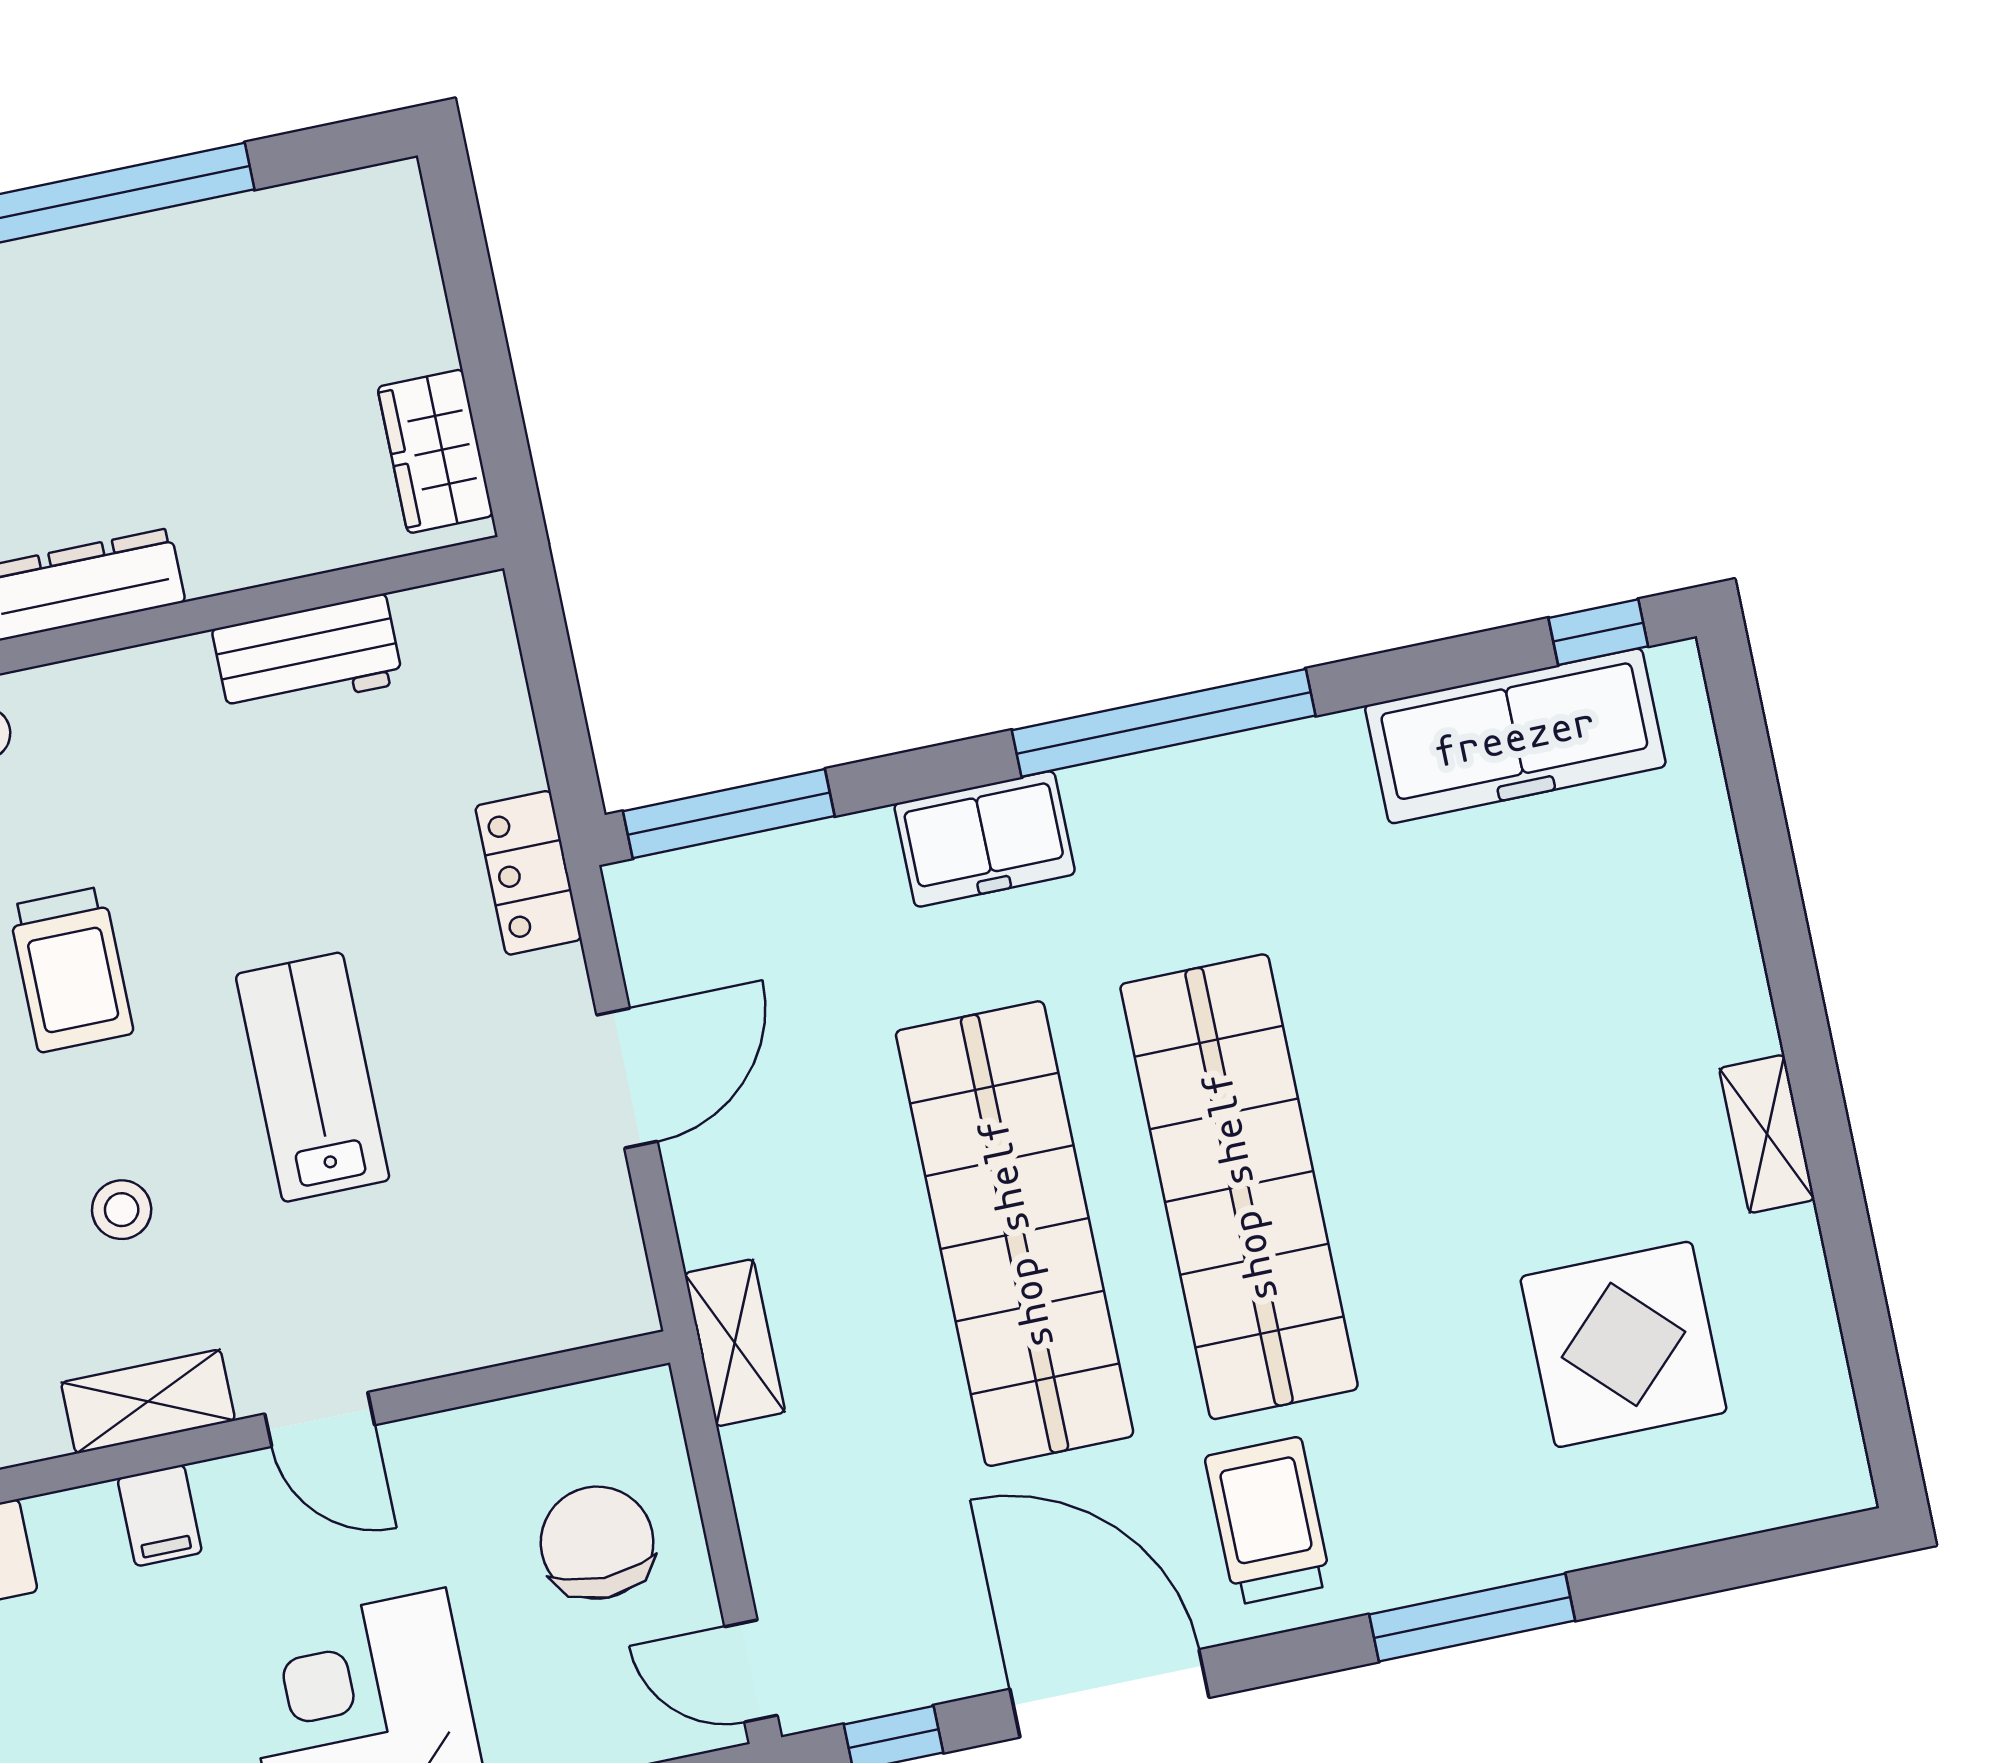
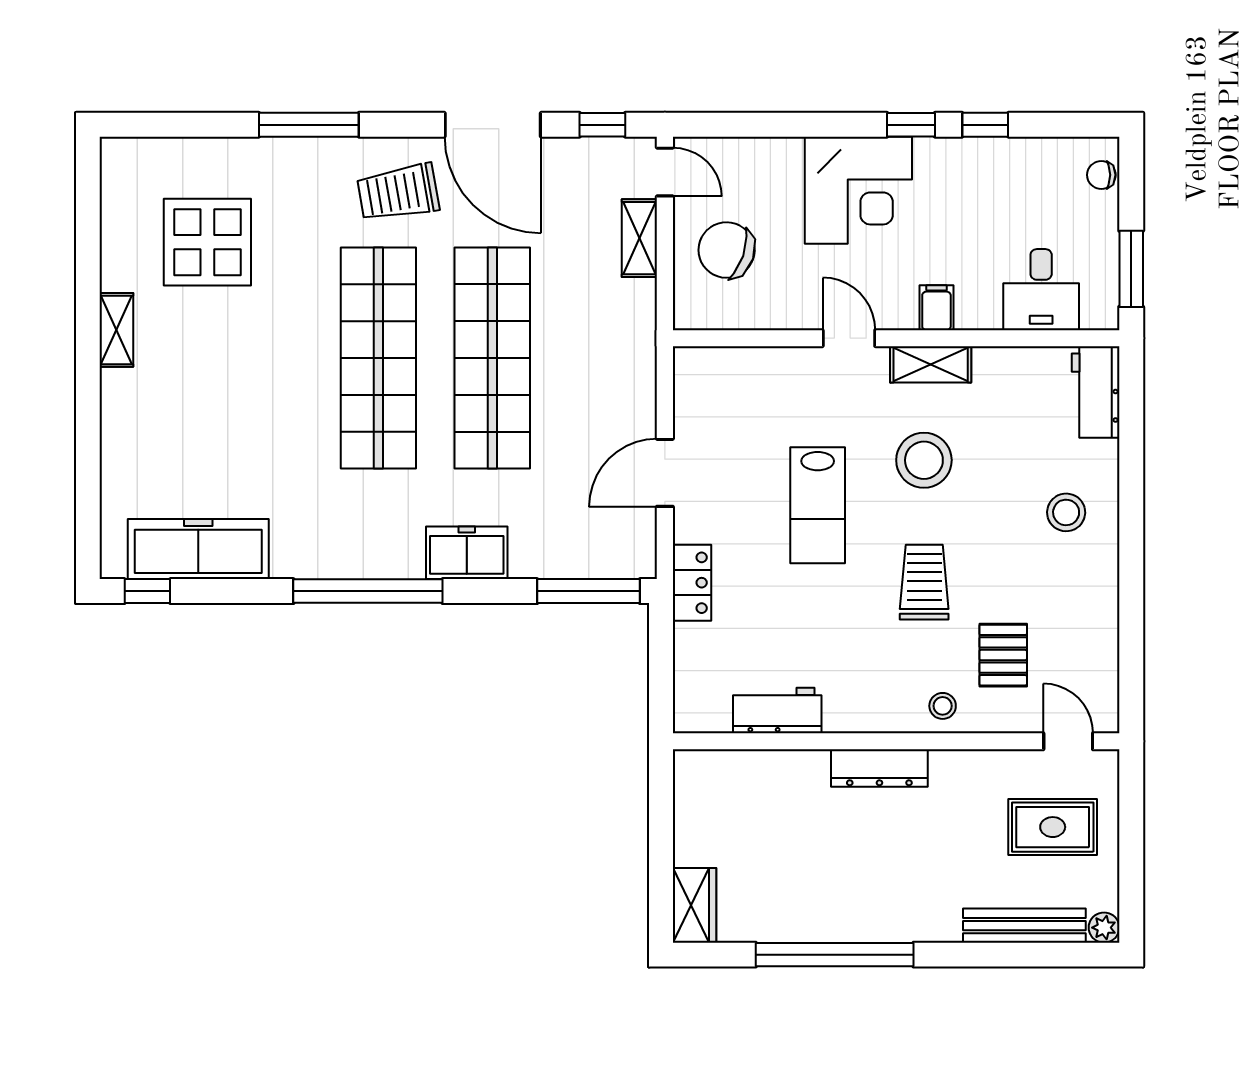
wardrobe: (435, 451) -> (694, 905), moved
stool: (122, 1210) -> (924, 460), width x1.89, depth x1.89
shelving: (735, 1343) -> (639, 238), moved
trolley: (1268, 1521) -> (398, 193), turned 80
chair: (597, 1543) -> (727, 250), turned 109

